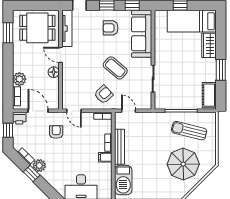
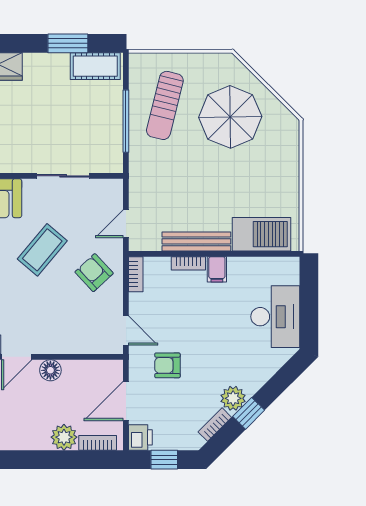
window: (221, 70) -> (68, 43), moved
door: (74, 111) -> (126, 330), hinge flipped

